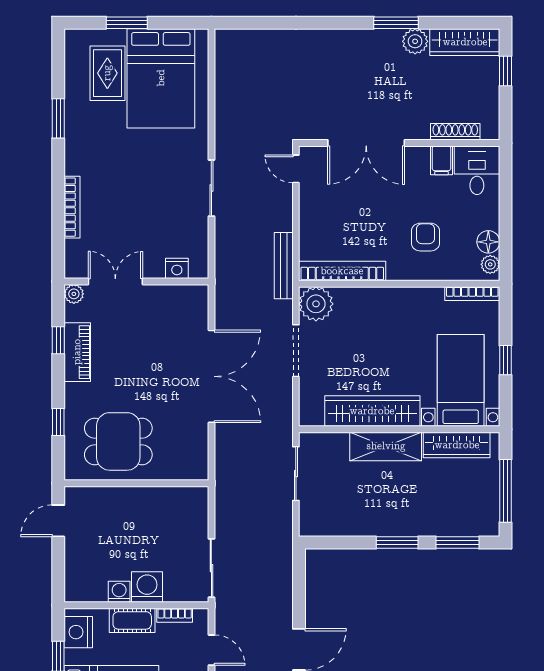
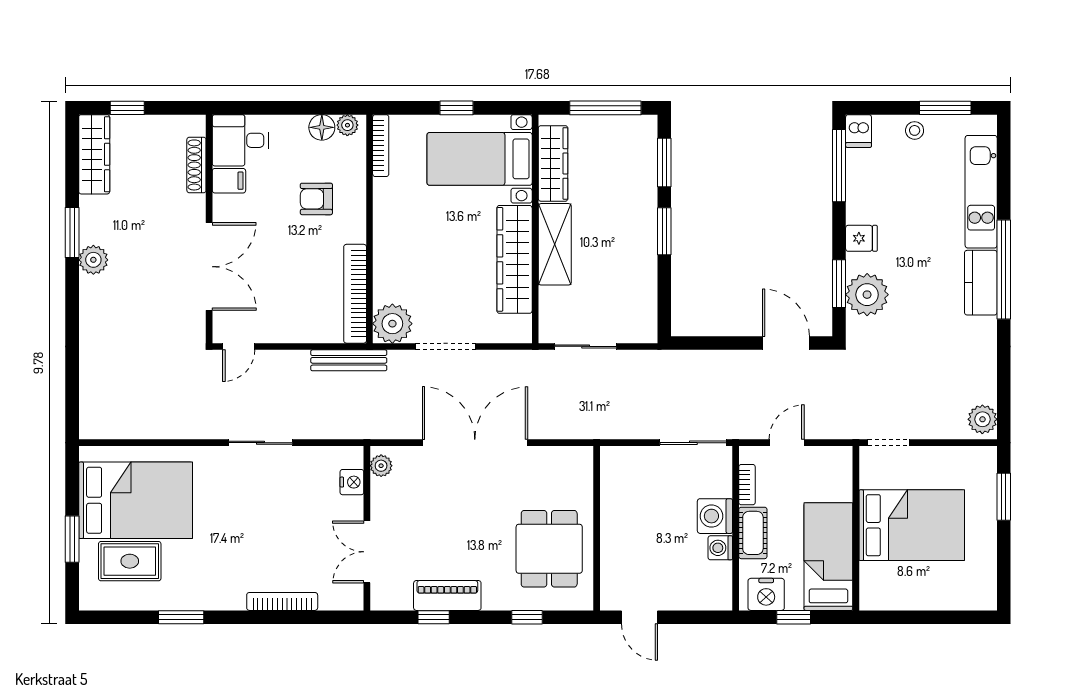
plant: (415, 41) -> (93, 260), moved
plant: (74, 294) -> (381, 466), moved

